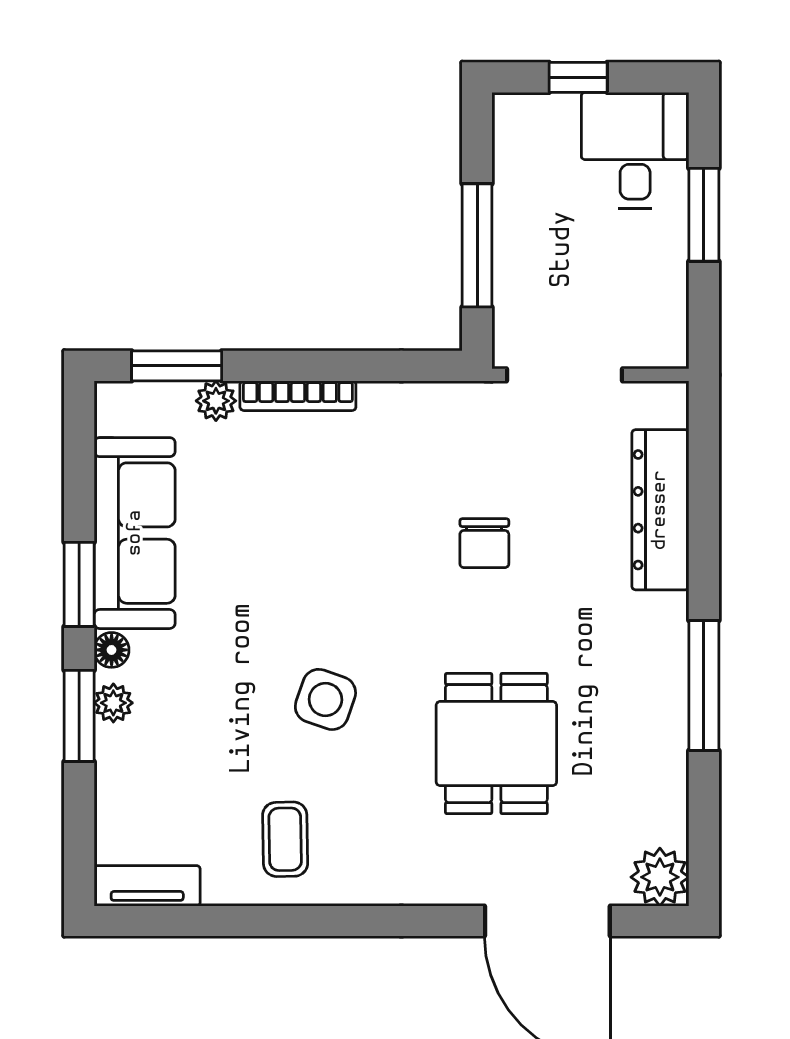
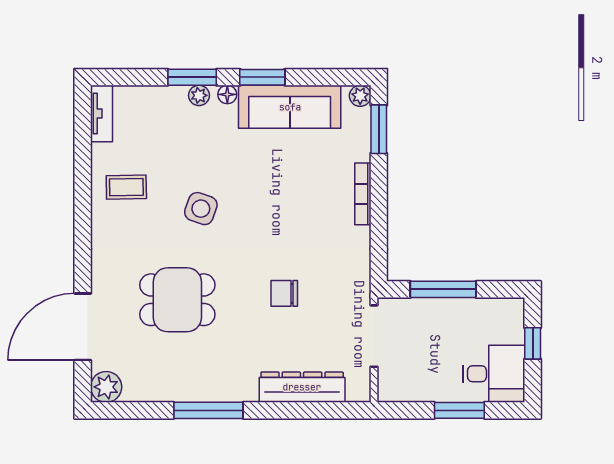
plant: (216, 401) -> (360, 96), moved

